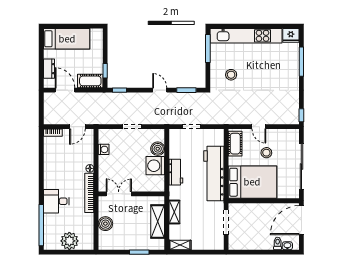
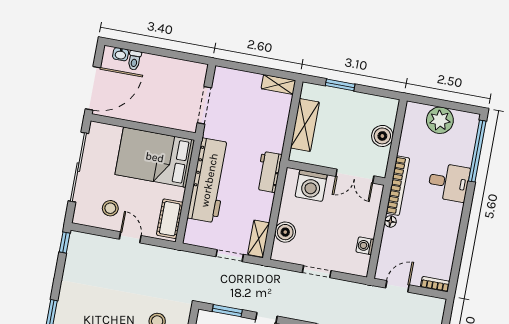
stool: (266, 153) -> (110, 208), moved
washing machine: (155, 166) -> (311, 186), moved, turned 90
workbench: (176, 172) -> (269, 172), moved
shelving: (174, 212) -> (259, 239), moved

